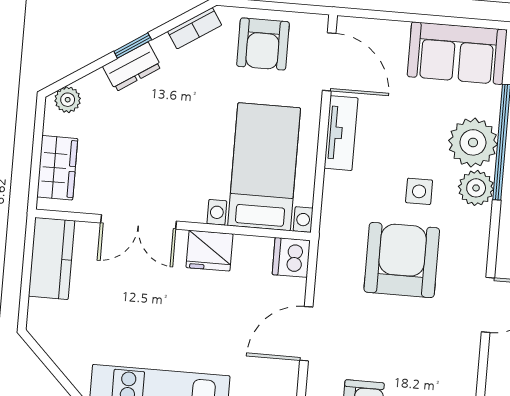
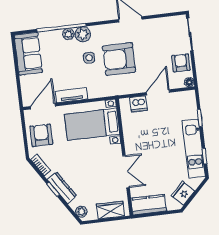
armchair: (263, 44) -> (41, 135), turned -90
dresser: (132, 67) -> (62, 188), width x1.44
plant: (473, 142) -> (68, 34), width x0.53, depth x0.53
fridge: (209, 251) -> (183, 193), moved, turned -135
dishwasher: (291, 257) -> (139, 104), moved
door: (306, 334) -> (158, 92), swing flipped

